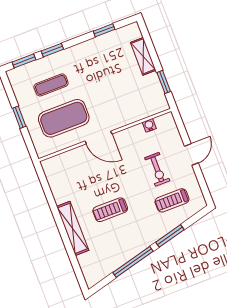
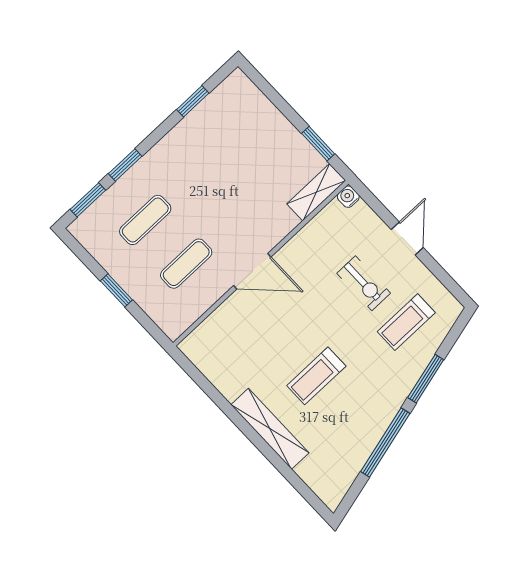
shelving: (143, 56) -> (316, 192), moved, turned 90
exercise mat: (64, 118) -> (186, 264), width x0.50, depth x0.69
water cooler: (149, 125) -> (348, 197), moved

